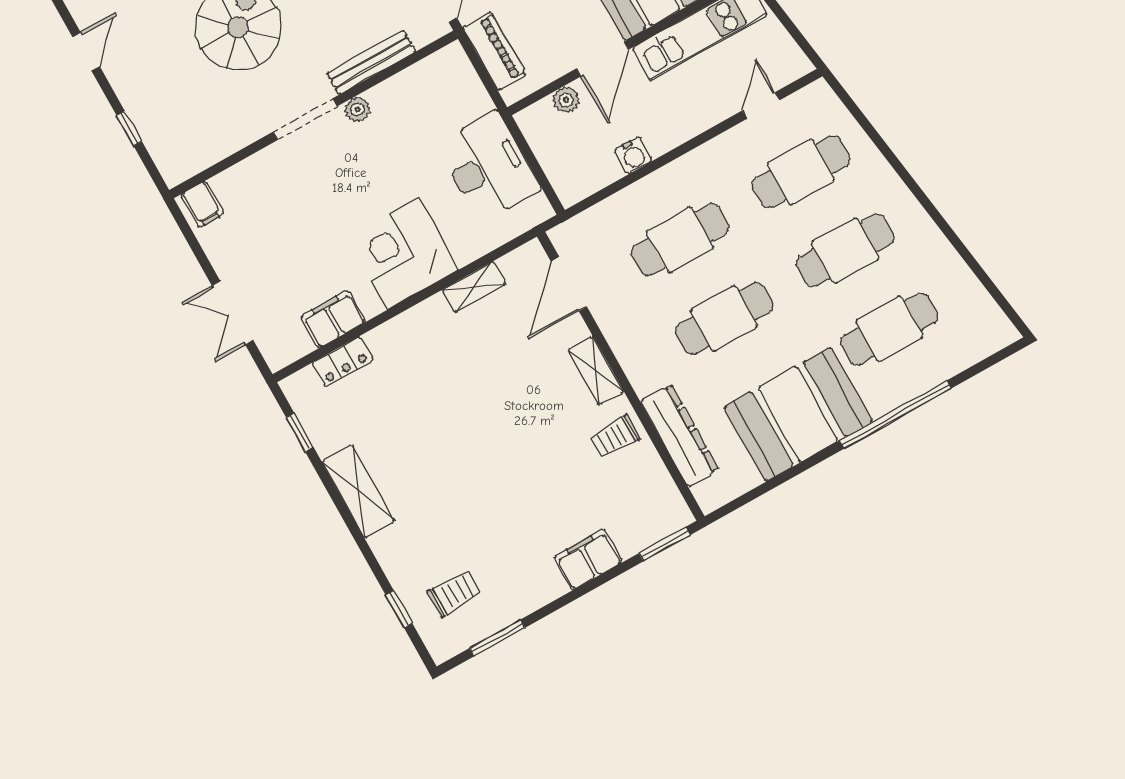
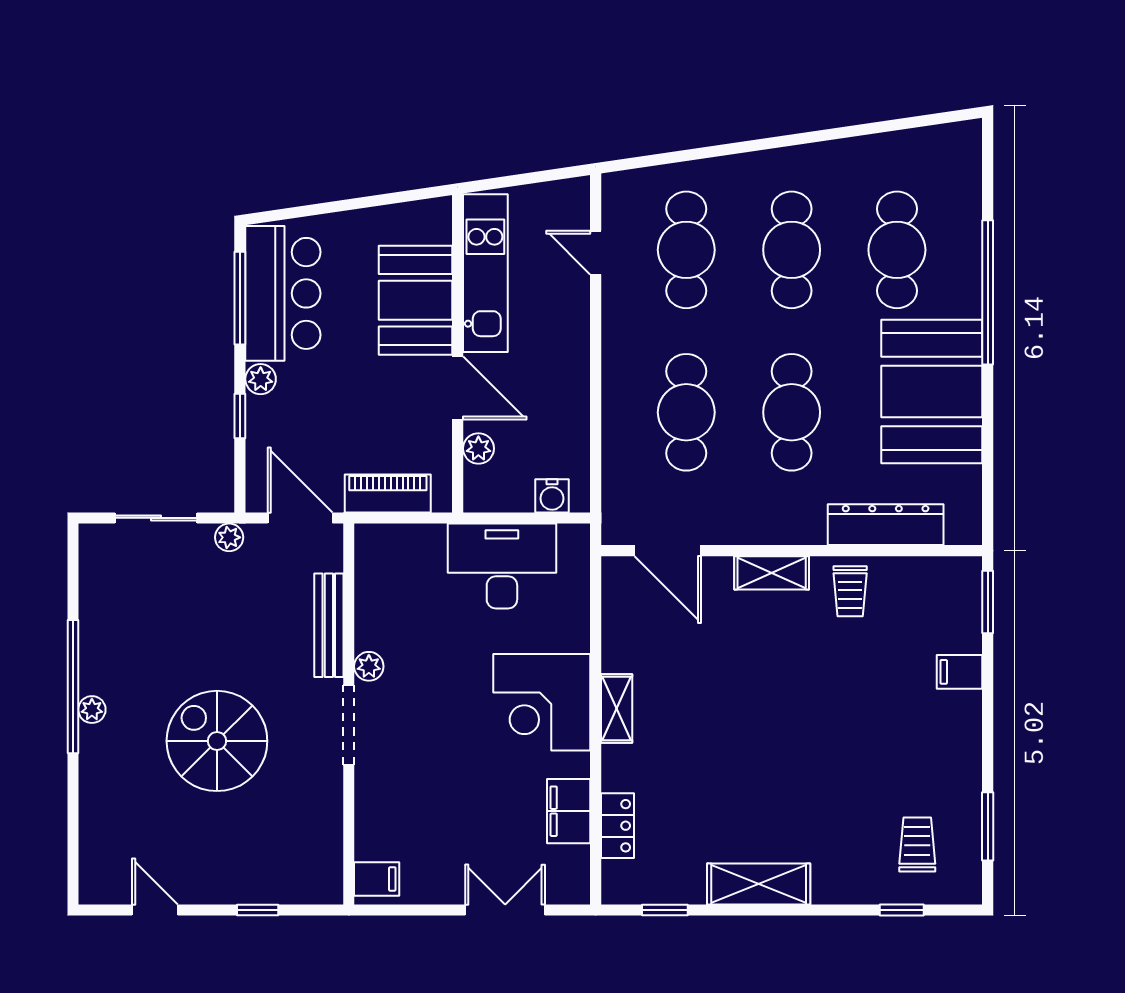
water cooler: (633, 155) -> (552, 496), moved, turned 90
shelving: (474, 287) -> (617, 709), moved
double door: (233, 313) -> (505, 910), swing flipped
filing cabinet: (588, 559) -> (960, 672), width x0.50

